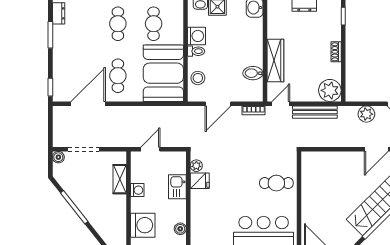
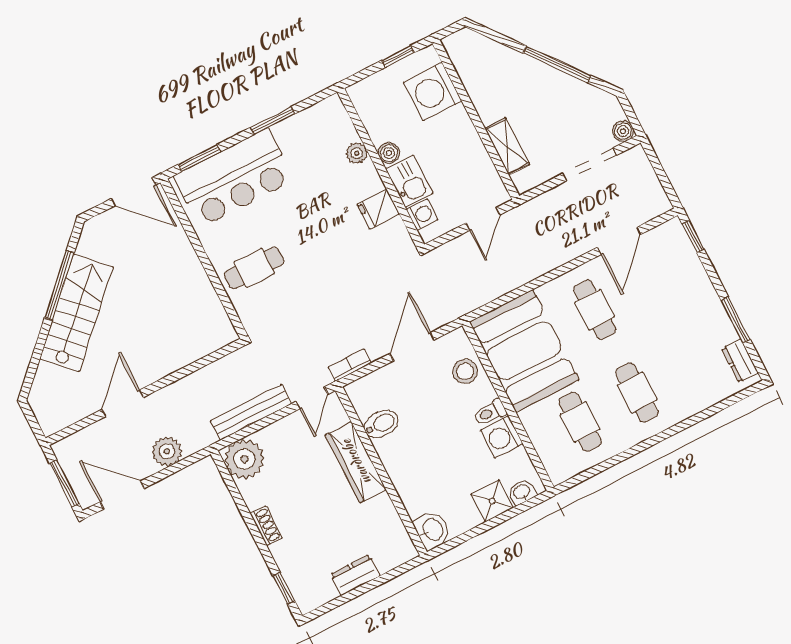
door: (88, 104) -> (619, 241), width x0.73
plant: (196, 166) -> (357, 153), moved
washing machine: (137, 190) -> (422, 215), moved, turned 180
boiler: (180, 229) -> (389, 153), moved

